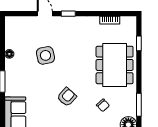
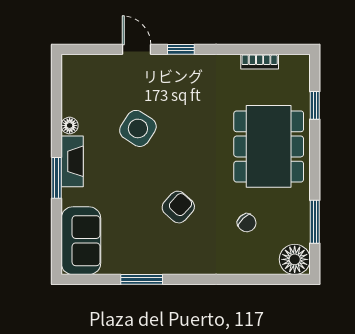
side table: (45, 55) -> (138, 128), turned 45
fireplace: (11, 73) -> (72, 161), added

